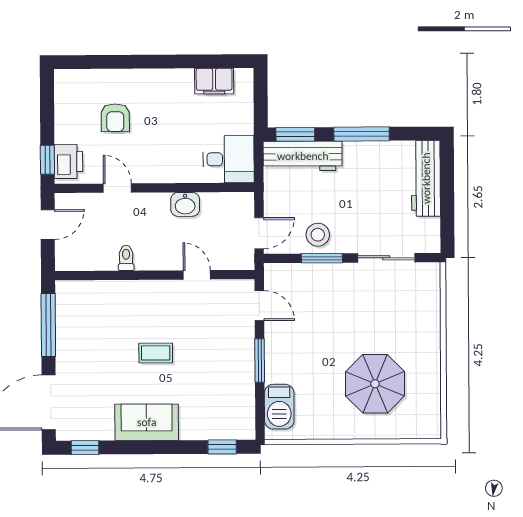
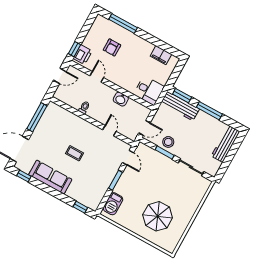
window: (111, 62) -> (123, 24), added
sofa: (147, 422) -> (50, 177), width x1.36

